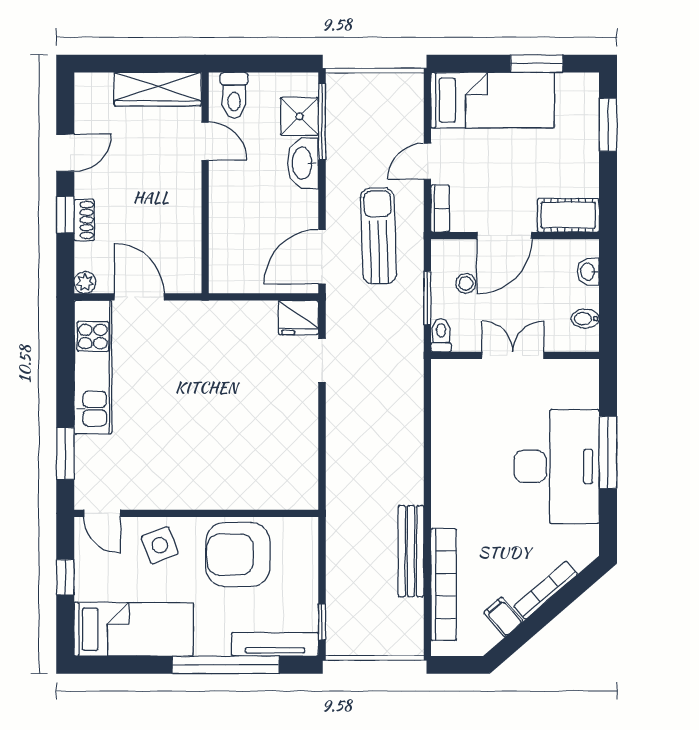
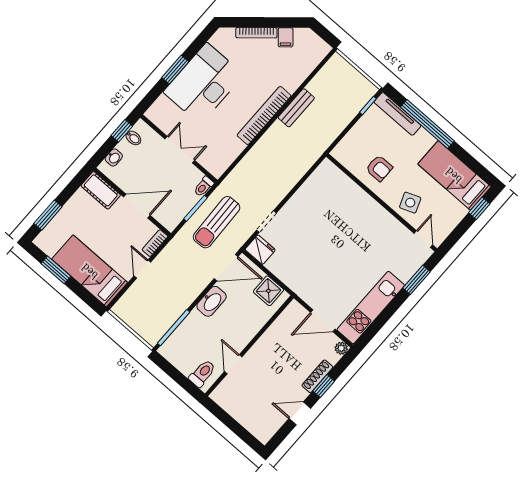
wardrobe: (158, 89) -> (234, 406), removed
shower: (300, 116) -> (268, 291), moved
door: (427, 161) -> (142, 269), swing flipped
washbasin: (303, 163) -> (212, 301), moved
shoe rack: (84, 220) -> (317, 376), width x1.43
sun lounger: (378, 236) -> (217, 222), moved
stool: (466, 283) -> (173, 200), removed
door: (139, 297) -> (323, 321), hinge flipped
window: (608, 315) -> (122, 131), added
double door: (513, 355) -> (180, 150), swing flipped
window: (608, 452) -> (175, 70), width x0.69
bench: (411, 551) -> (296, 108), width x0.73
armchair: (238, 554) -> (379, 168), width x0.53, depth x0.53
window: (65, 577) -> (479, 208), moved
bookcase: (444, 585) -> (264, 116), moved

